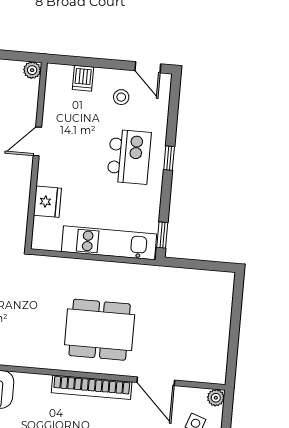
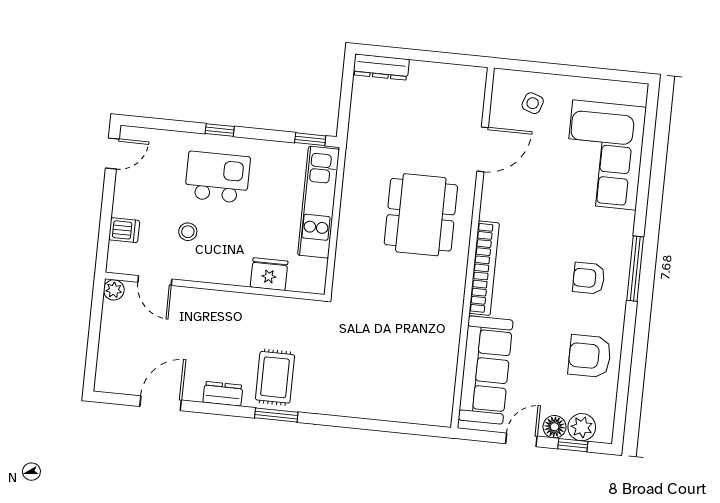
stool: (121, 97) -> (188, 232), moved
door: (37, 141) -> (155, 281), moved
dresser: (224, 294) -> (381, 67), added
bookcase: (92, 387) -> (484, 268), moved
plant: (216, 398) -> (503, 79), removed

